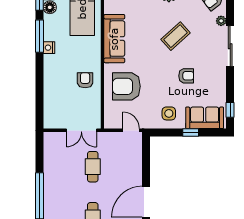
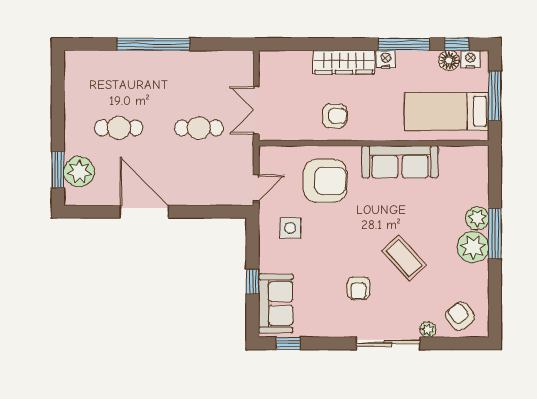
wardrobe: (51, 74) -> (344, 62), added
armchair: (186, 76) -> (359, 288), moved
armchair: (126, 86) -> (325, 181), turned 90
side table: (169, 113) -> (290, 228), moved

